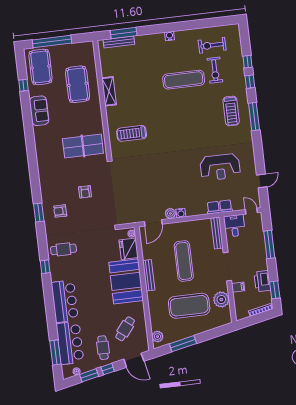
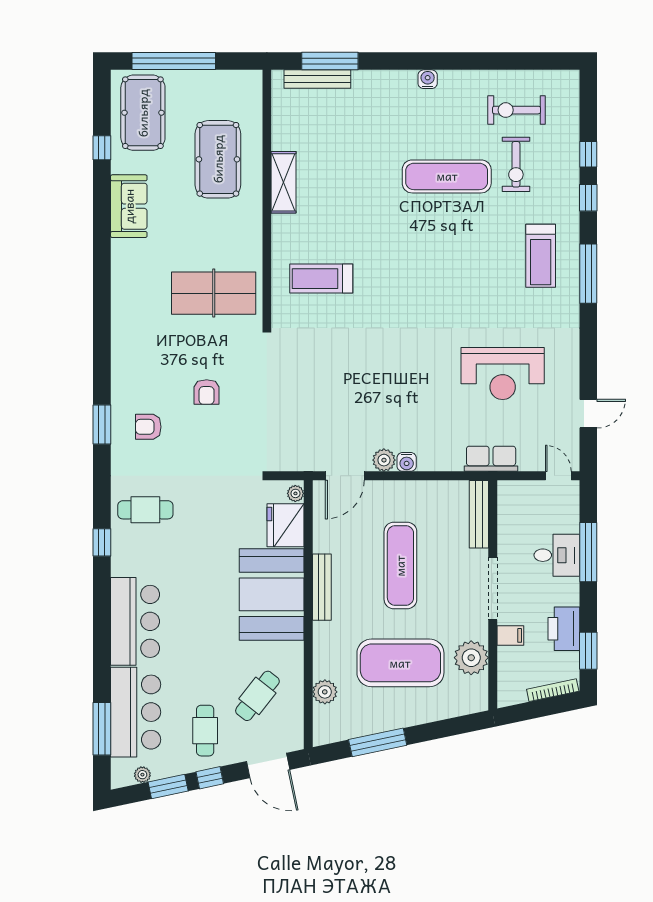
desk: (234, 226) -> (557, 555), moved, turned 90
plant: (157, 337) -> (325, 692), moved

